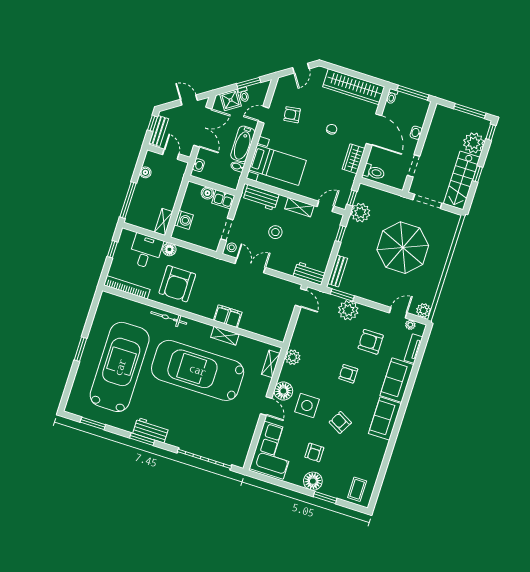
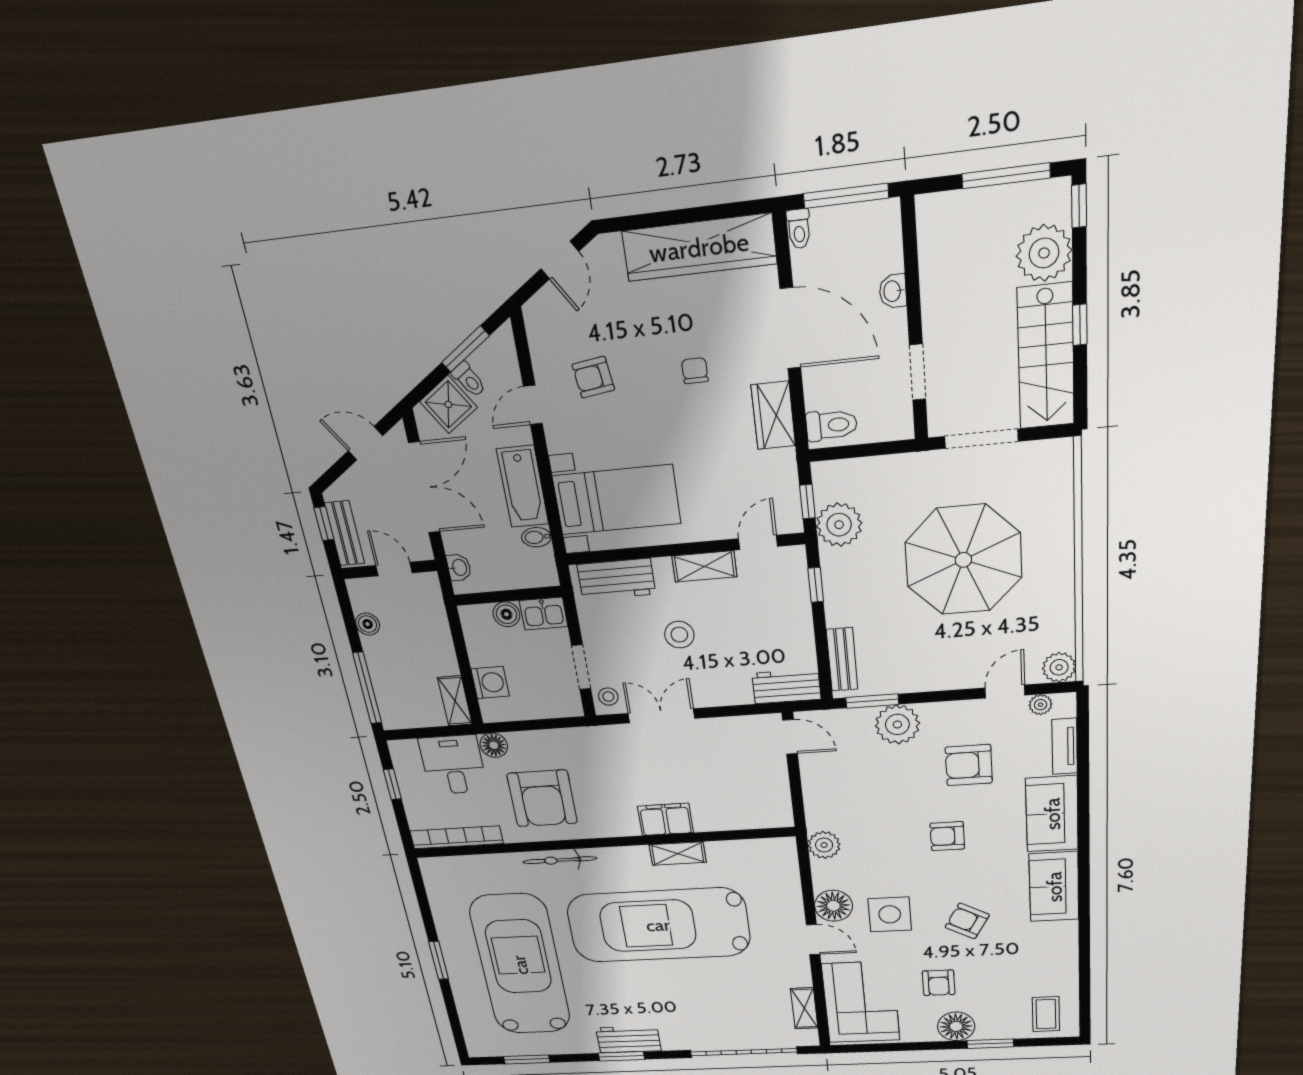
shelving: (271, 364) -> (804, 1008), moved

